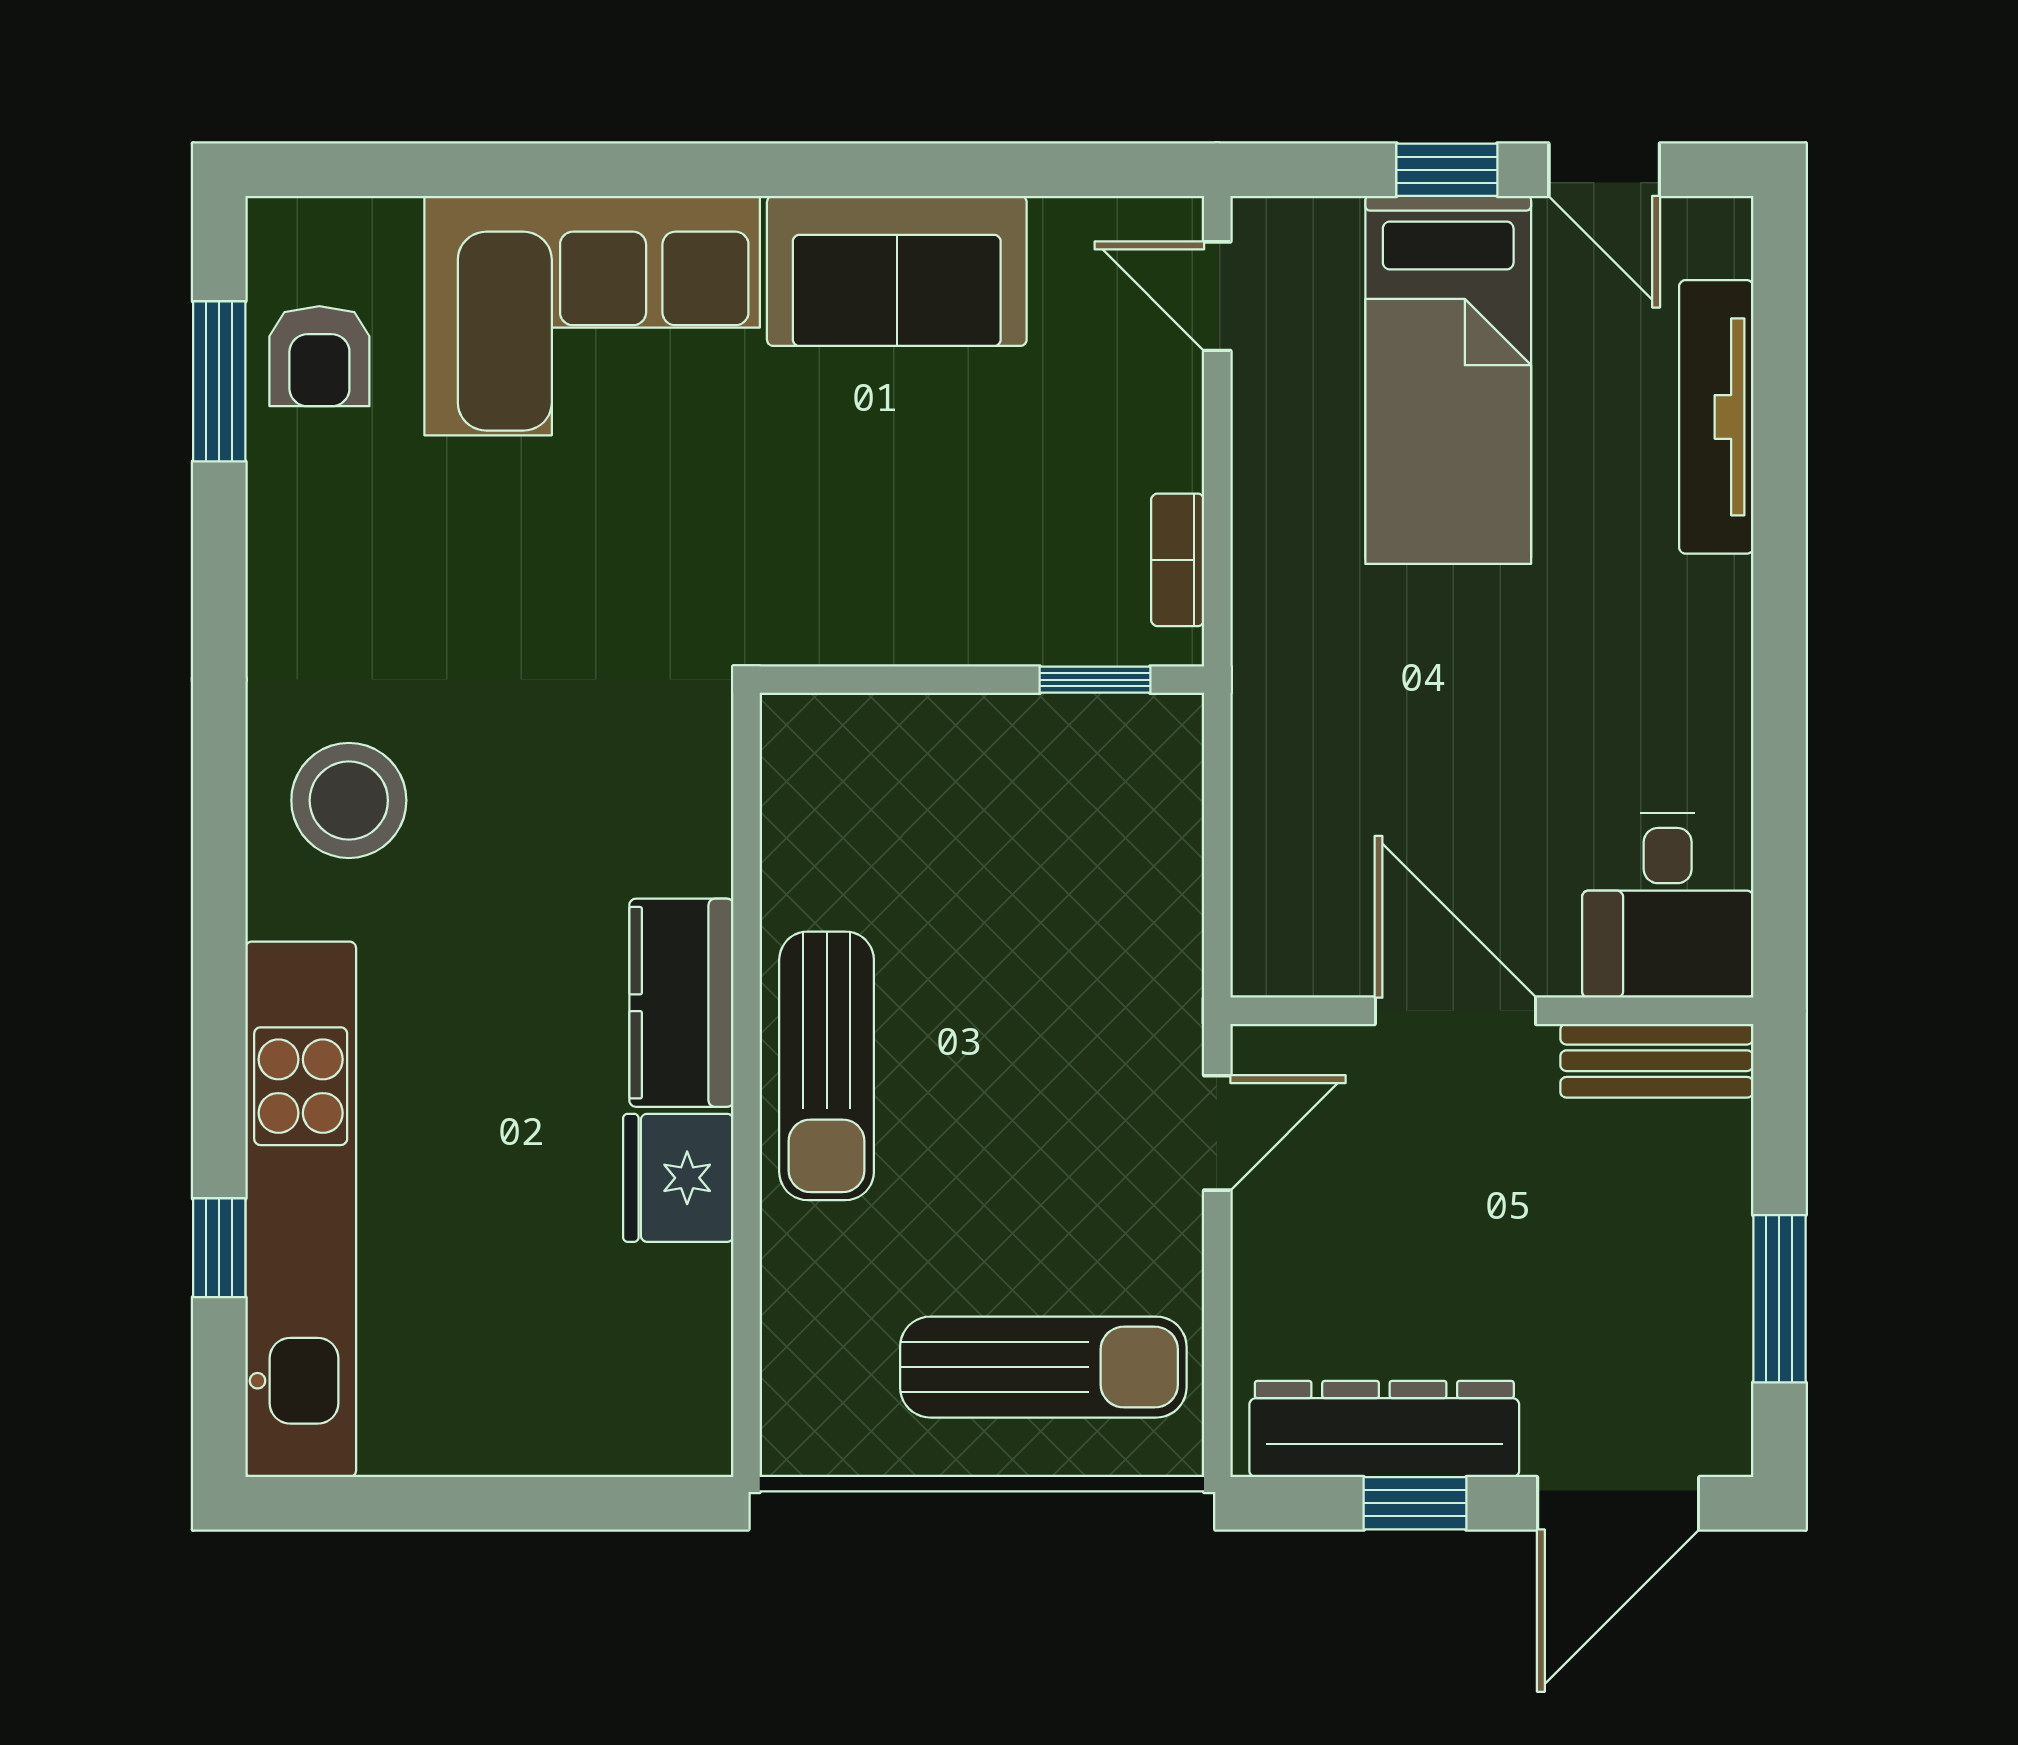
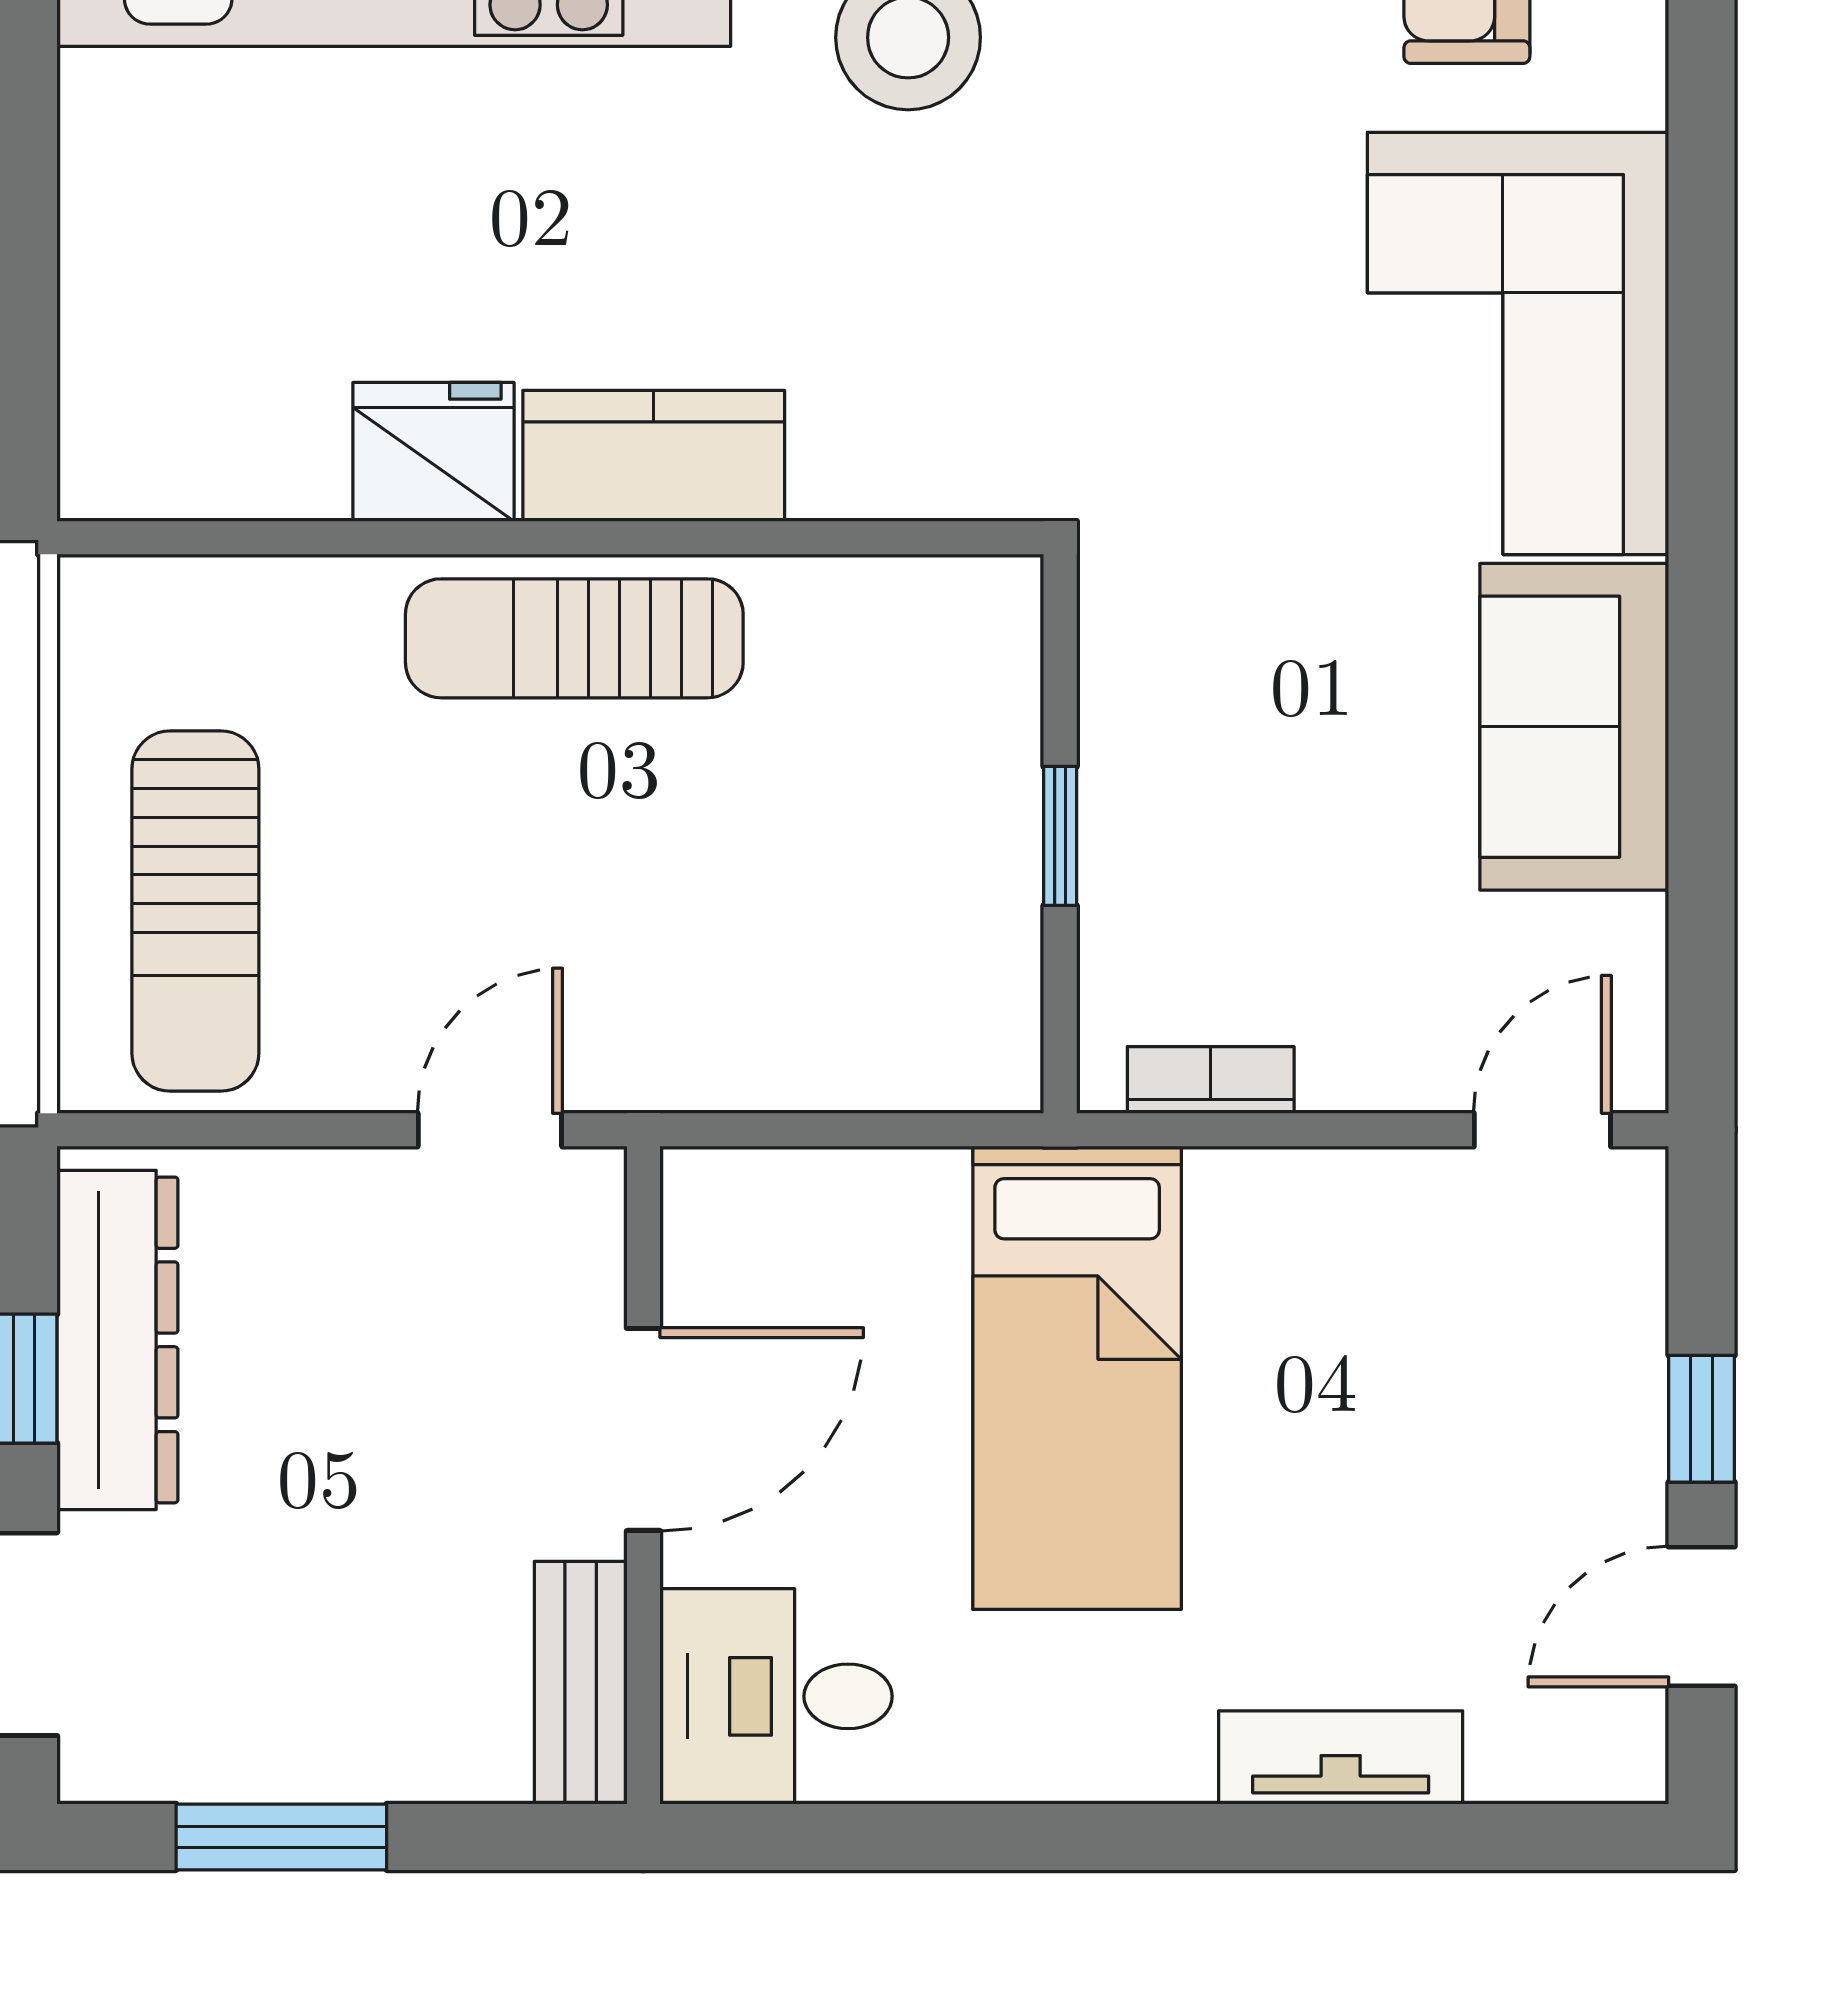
bed: (1448, 380) -> (1077, 1378), moved, turned -90
tv unit: (1716, 417) -> (1341, 1757), width x0.71
window: (1095, 680) -> (1060, 836), moved
door: (1217, 1133) -> (490, 1130), swing flipped

